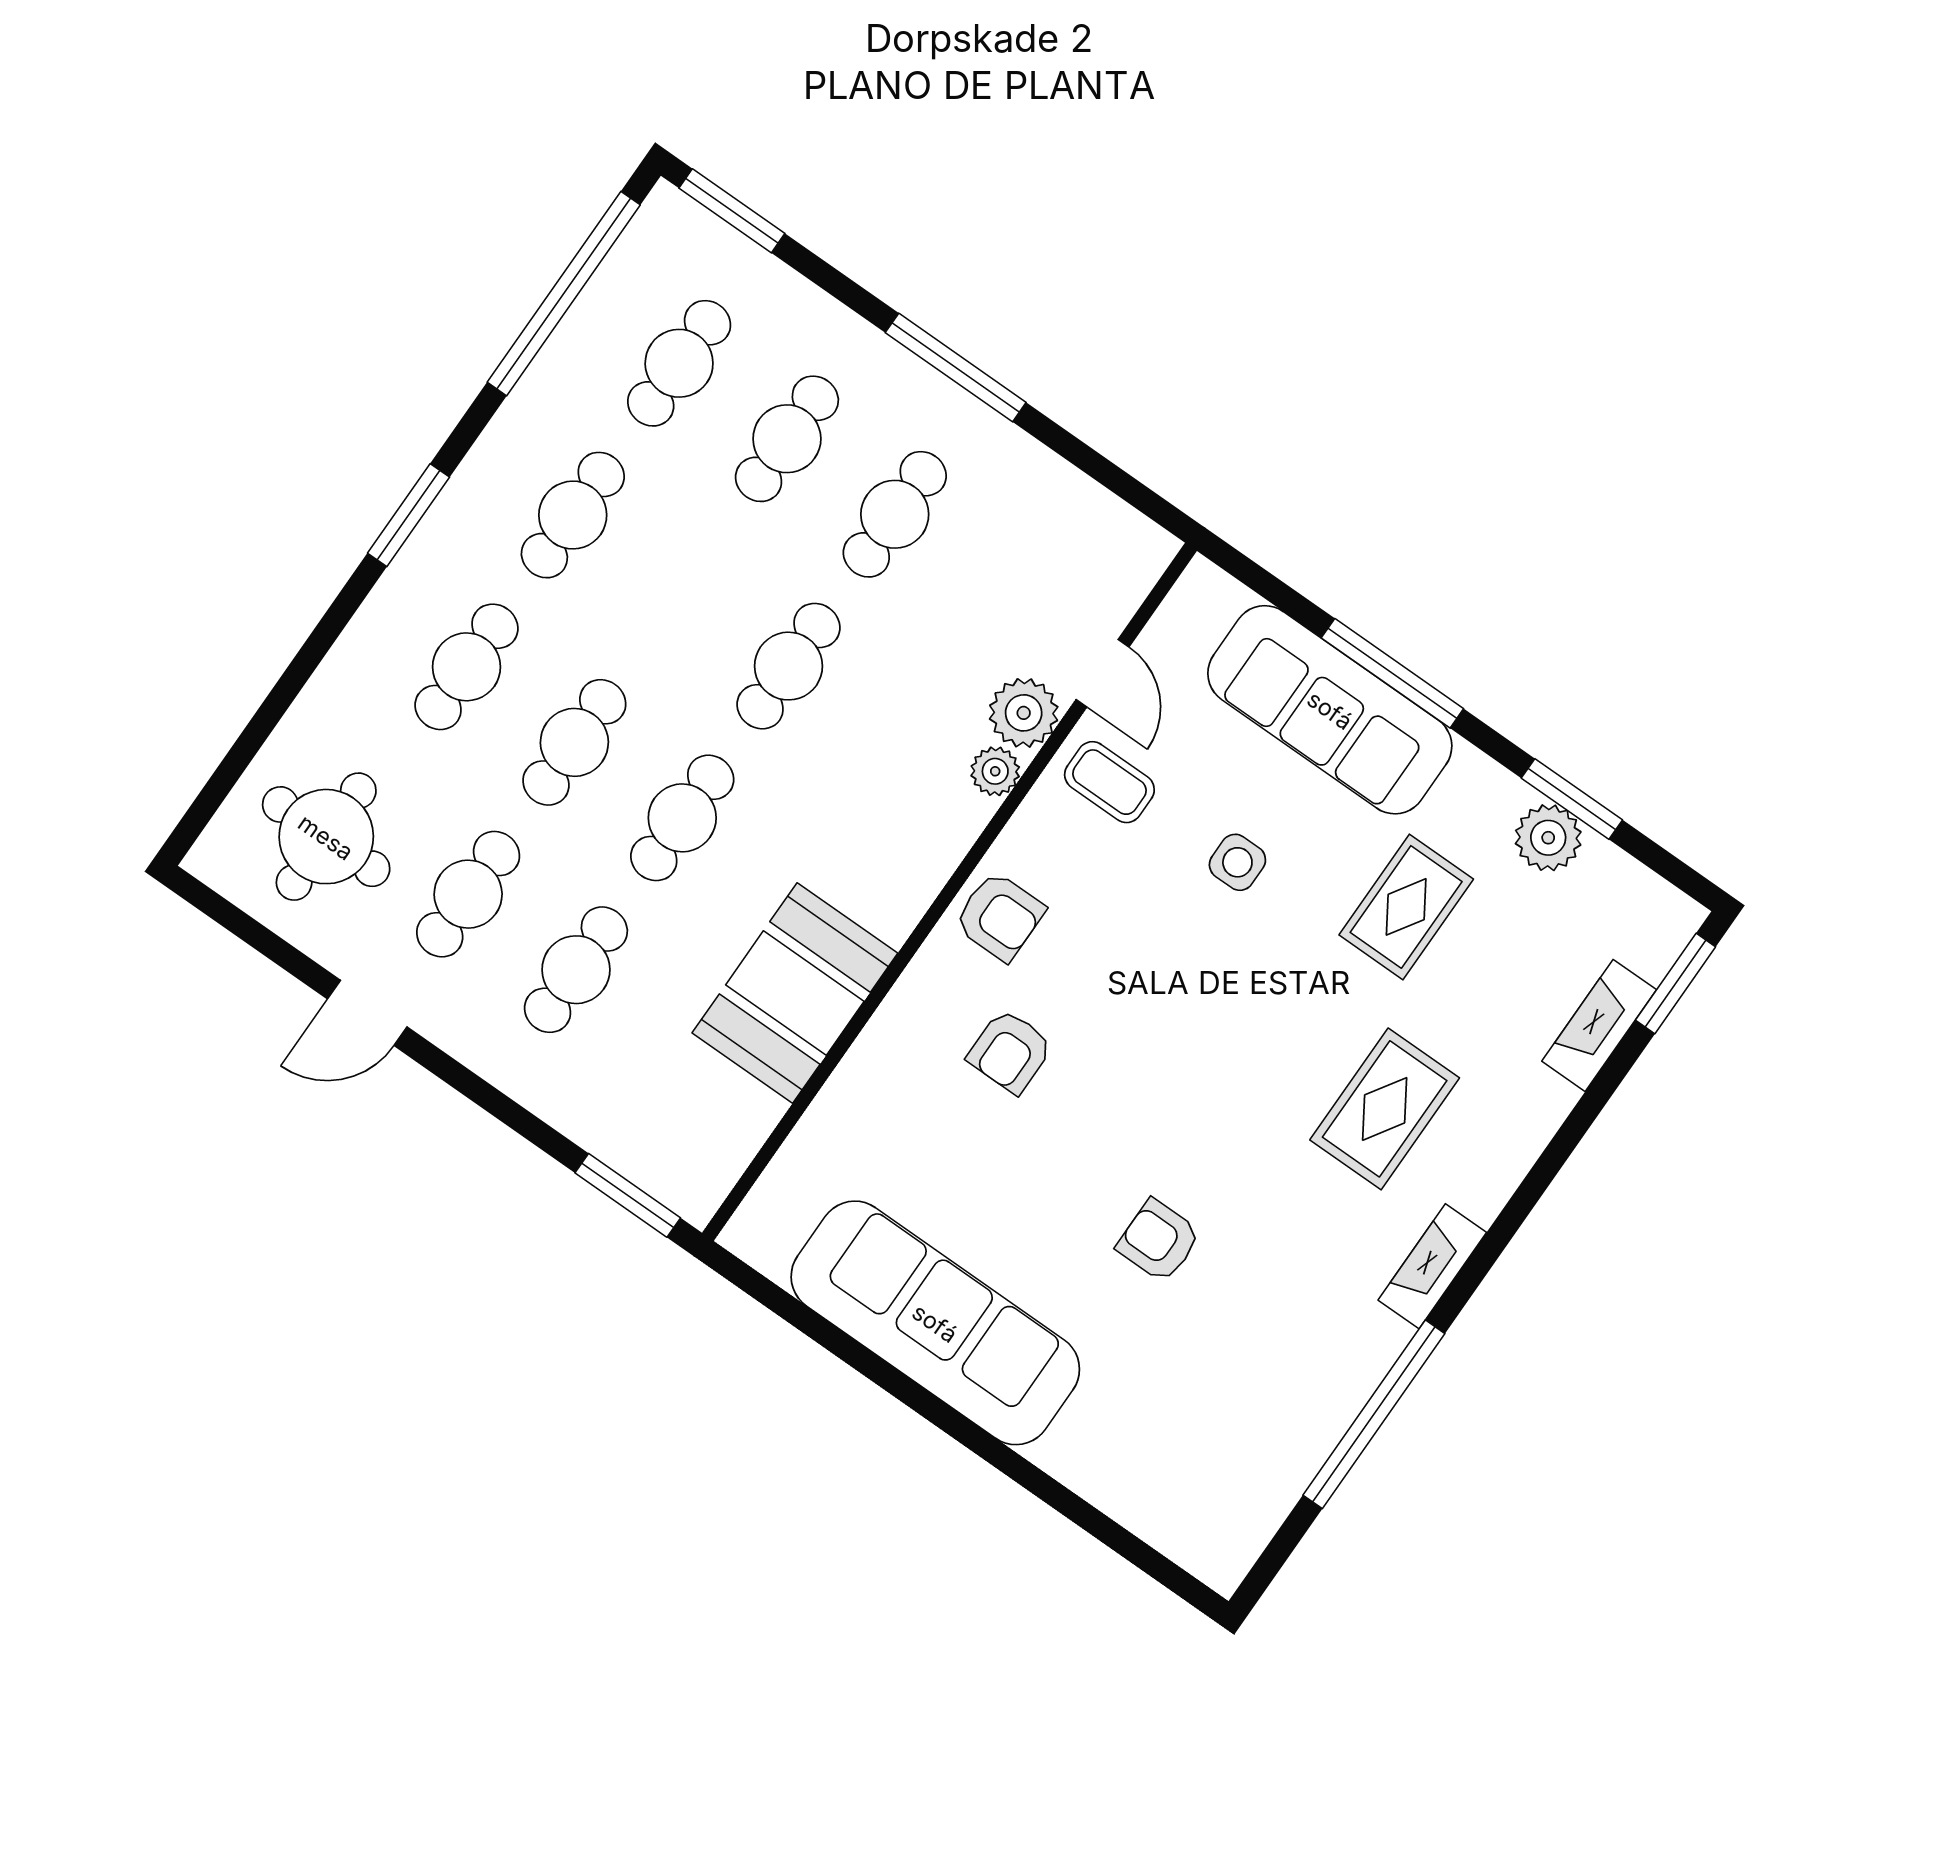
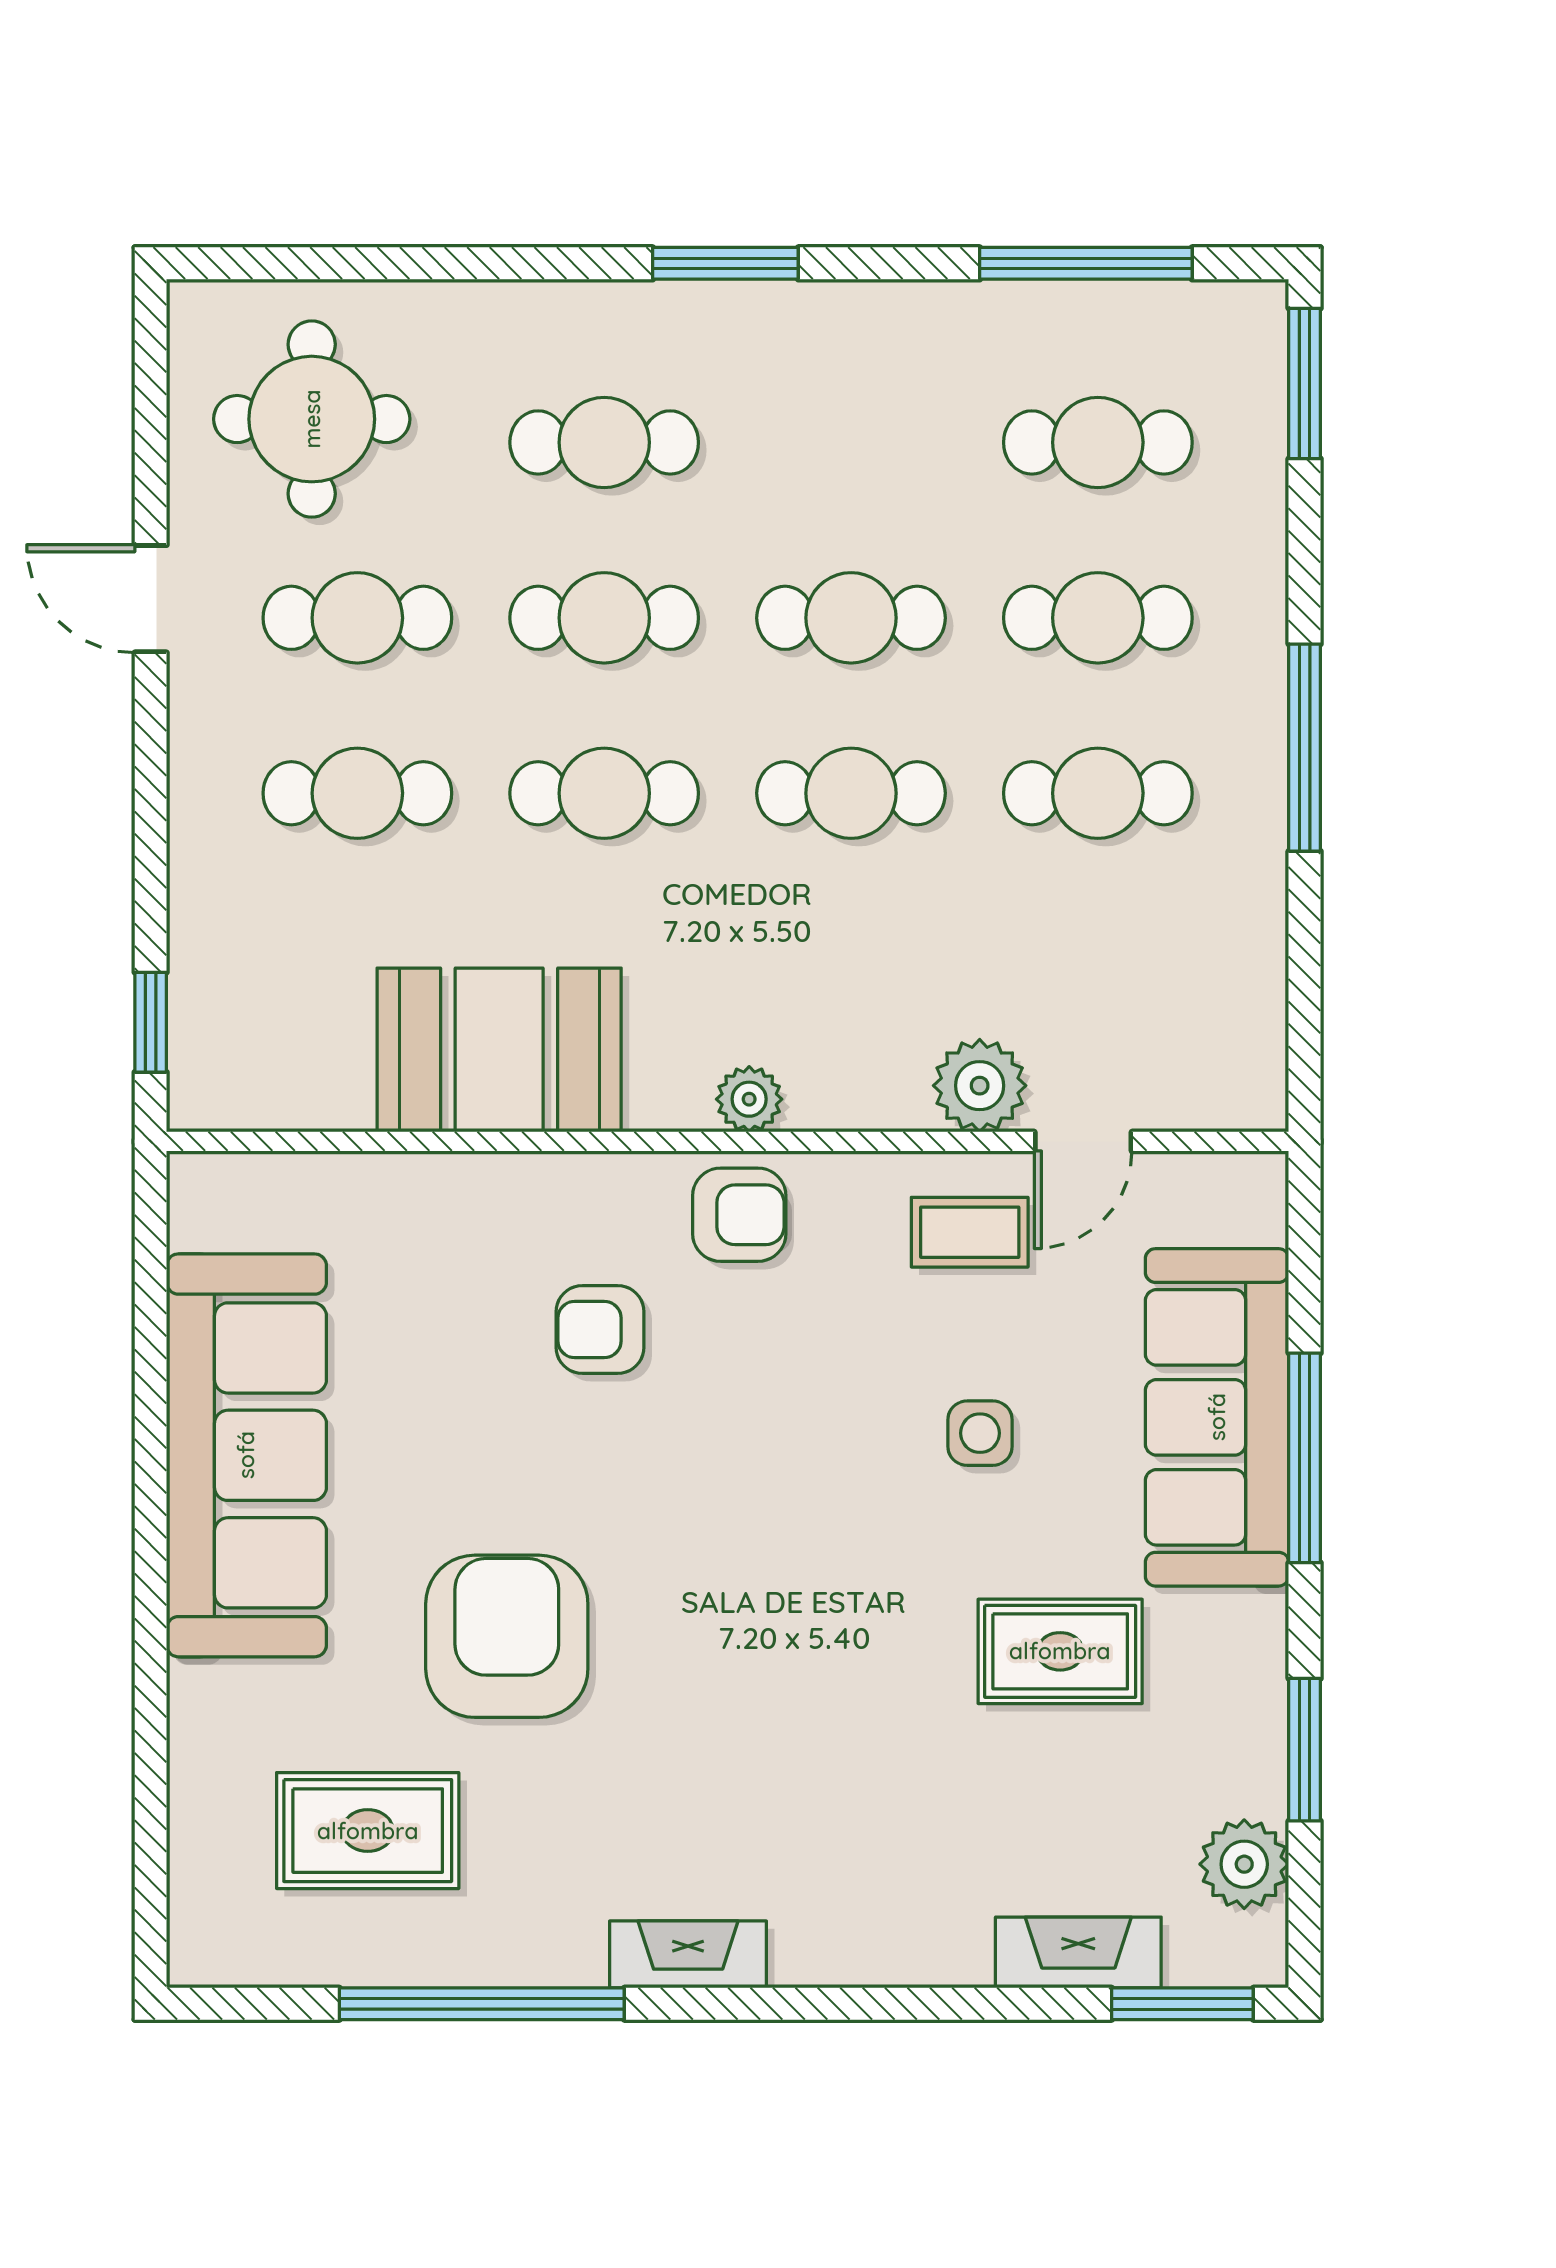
window: (564, 294) -> (1086, 263), width x0.68
cafe table: (573, 515) -> (851, 618), moved
plant: (995, 771) -> (749, 1099), moved
coffee table: (1109, 782) -> (970, 1232), turned 90
plant: (1548, 838) -> (1244, 1864), moved
armchair: (1000, 916) -> (739, 1215), turned -90
rug: (1385, 1109) -> (368, 1831), moved
window: (628, 1195) -> (151, 1022), width x0.67
armchair: (1159, 1241) -> (507, 1636), width x1.88, depth x1.88

